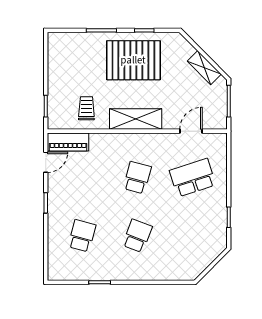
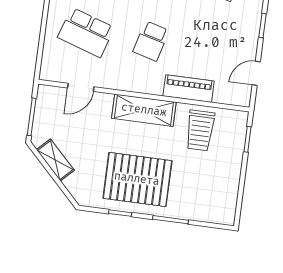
trolley: (86, 108) -> (200, 130), width x1.36, depth x1.39
piano: (68, 142) -> (189, 89), moved
school desk: (193, 178) -> (86, 32), turned 36

